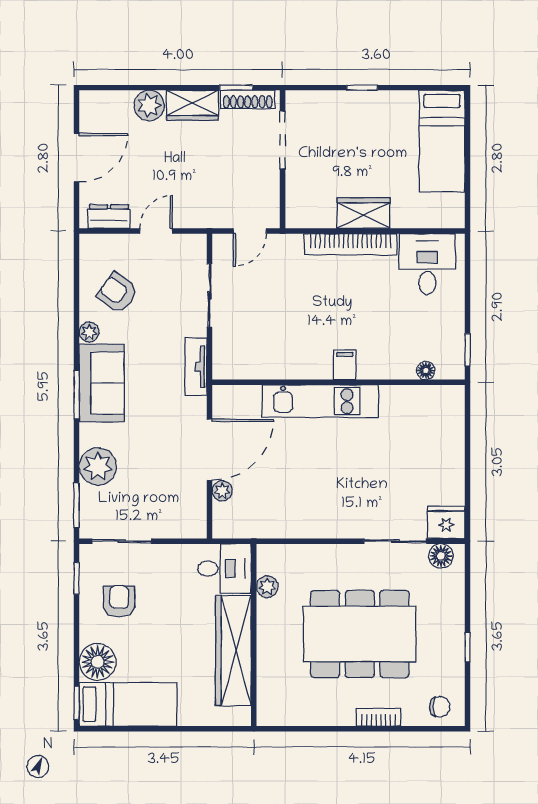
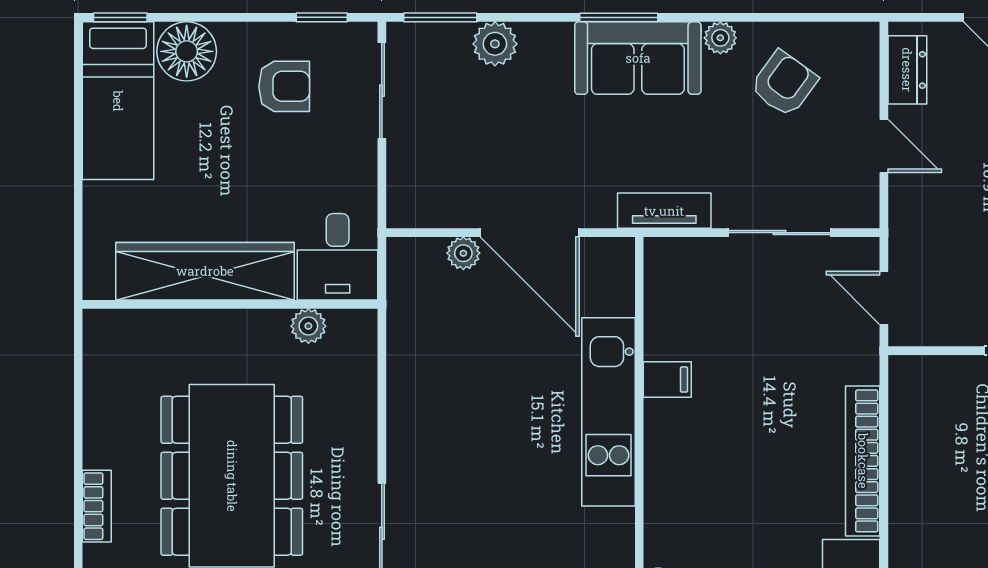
wardrobe: (363, 213) -> (913, 482), removed
filing cabinet: (345, 365) -> (667, 380), moved
plant: (98, 466) -> (495, 44), width x0.73, depth x0.73

